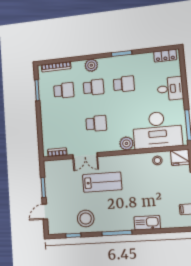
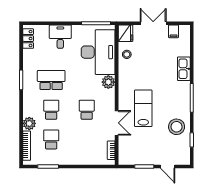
plant: (91, 65) -> (29, 123), moved
school desk: (124, 84) -> (51, 80), width x1.85

